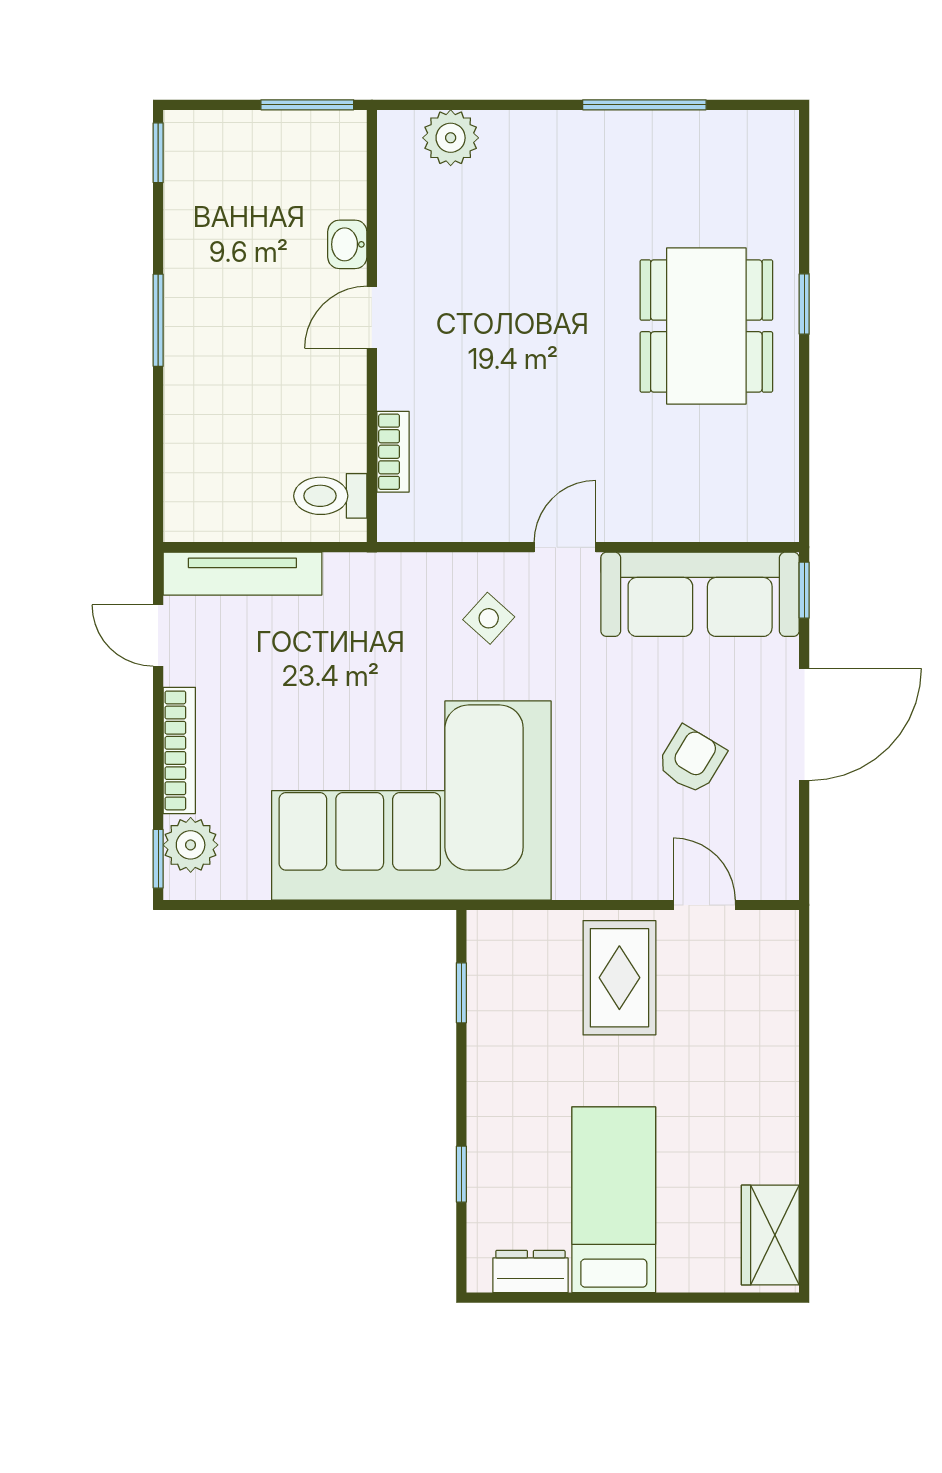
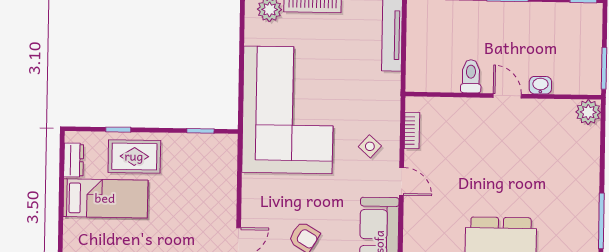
plant: (451, 138) -> (588, 112), moved
bookcase: (393, 452) -> (412, 131), moved, turned -90
toilet: (330, 496) -> (471, 76), moved
rug: (619, 978) -> (134, 156), moved

